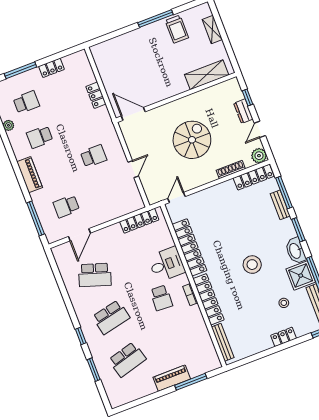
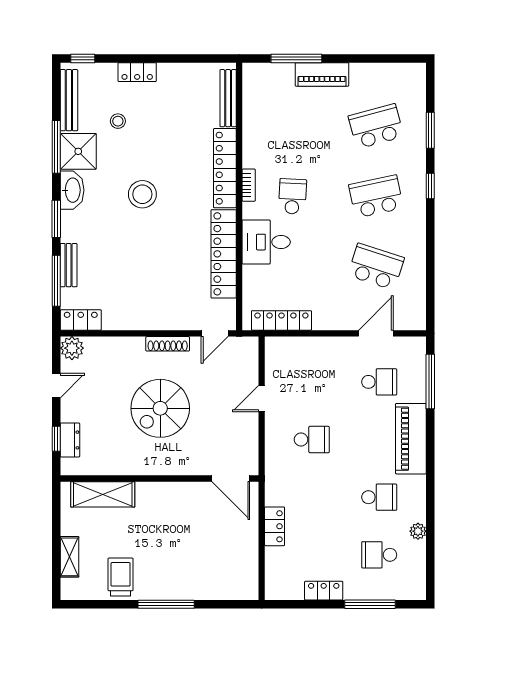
window: (155, 19) -> (166, 604), moved
dresser: (243, 111) -> (70, 440), moved
school desk: (94, 156) -> (312, 440), turned 180
shoe rack: (231, 169) -> (168, 344), moved
piano: (30, 175) -> (411, 439), width x1.37, depth x1.33
locker: (254, 177) -> (81, 320), width x0.66

